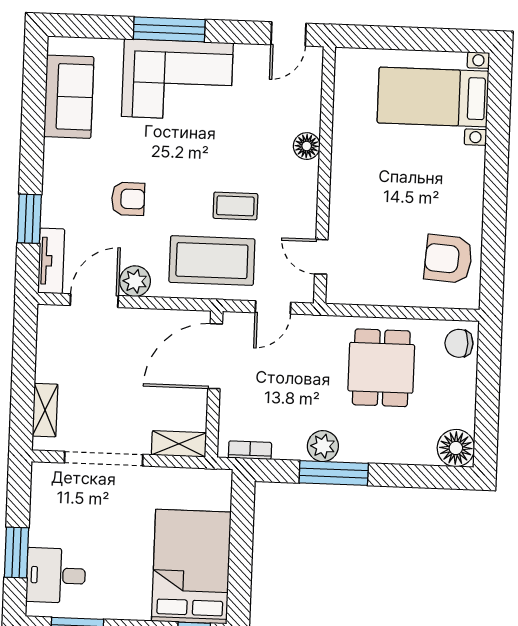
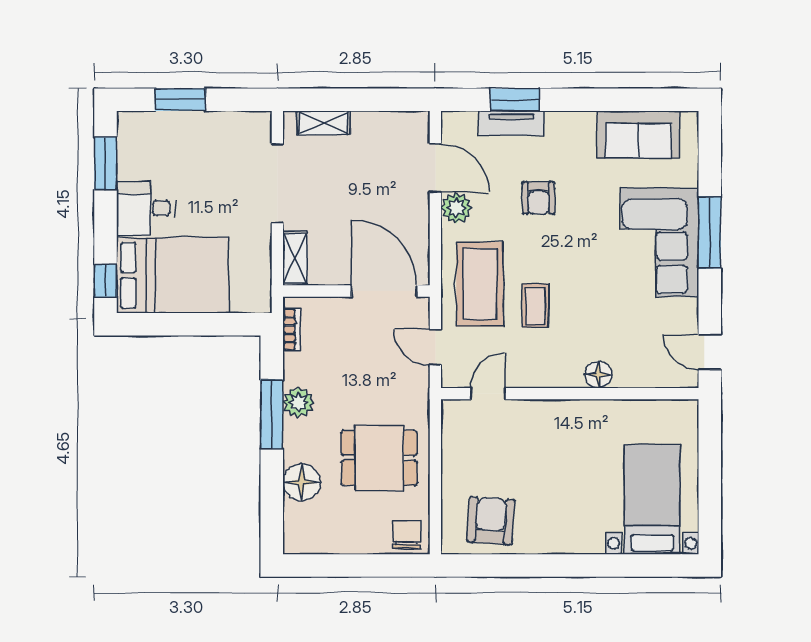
tv unit: (51, 261) -> (512, 123), moved
floor lamp: (456, 448) -> (302, 482), moved
desk: (56, 575) -> (146, 208), moved, turned -90

